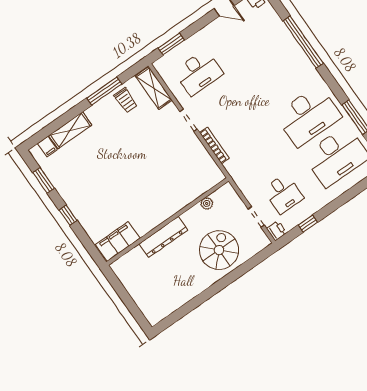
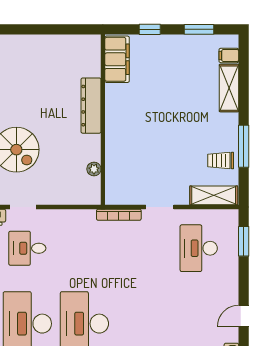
plant: (207, 203) -> (94, 169), moved
wall: (167, 221) -> (103, 120), moved
dresser: (163, 237) -> (91, 106), moved
filing cabinet: (118, 241) -> (117, 59), moved

